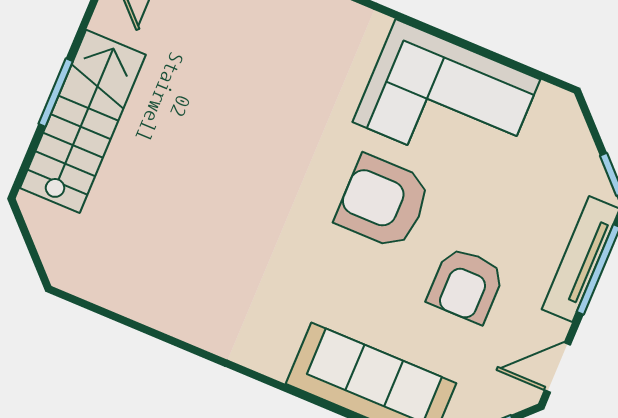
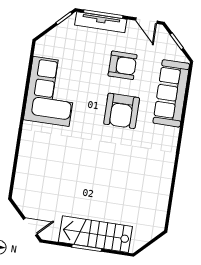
armchair: (383, 202) -> (122, 111), moved

